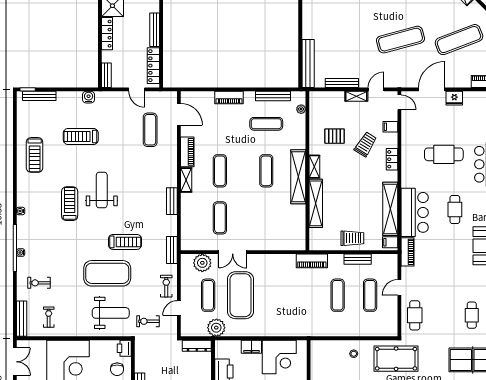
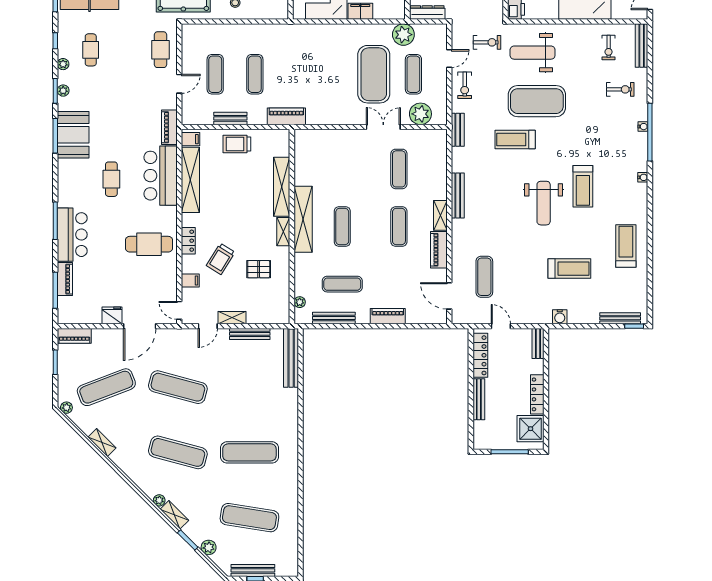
exercise mat: (400, 40) -> (178, 387), turned 30
cafe table: (444, 154) -> (149, 244), moved
bench: (172, 201) -> (458, 196), width x1.36

